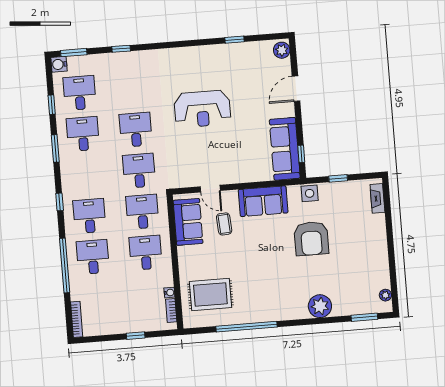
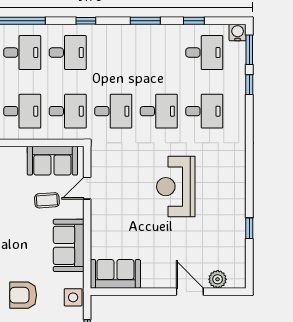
window: (121, 49) -> (249, 85), moved
plant: (282, 50) -> (218, 279), moved
desk: (83, 134) -> (204, 111), moved
sofa: (285, 149) -> (115, 274), width x0.73
window: (301, 154) -> (117, 292), removed
armchair: (311, 239) -> (23, 295), width x0.73, depth x0.73

